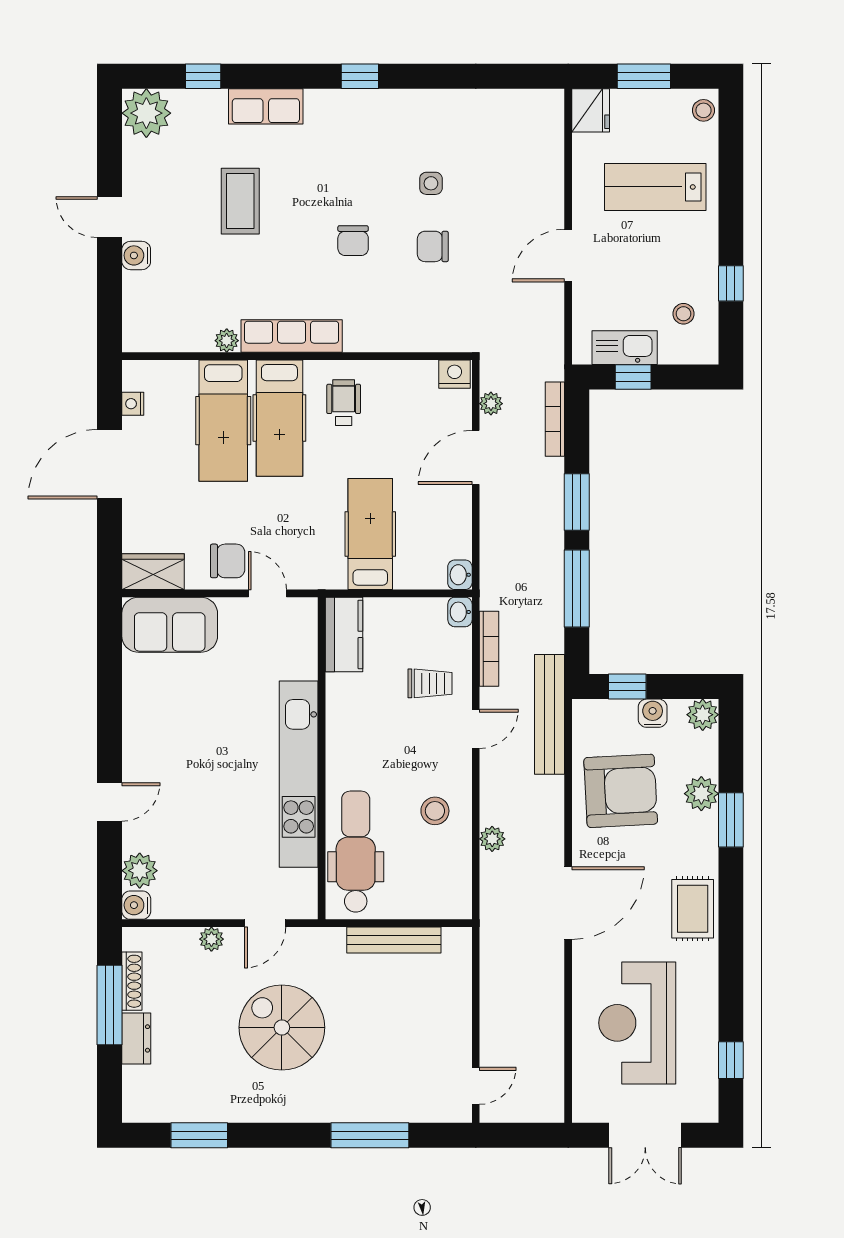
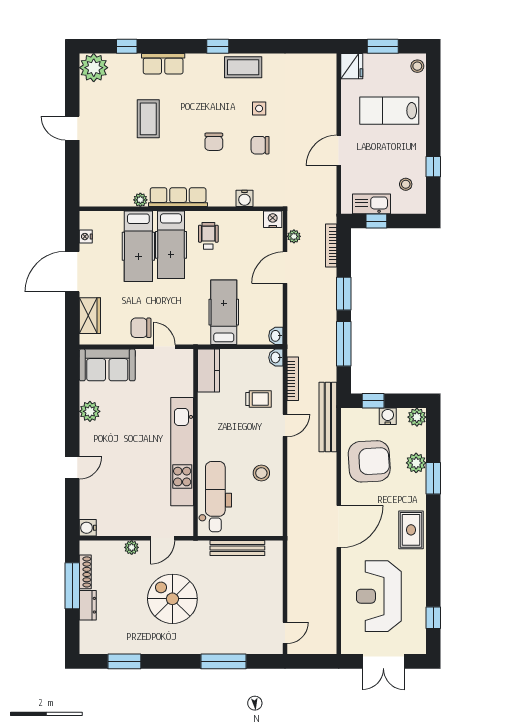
coffee table: (404, 112) -> (243, 67), added
water cooler: (136, 255) -> (245, 198), moved, turned -90
chair: (228, 561) -> (141, 328), turned 180
wardrobe: (153, 572) -> (90, 316), moved, turned 90
plant: (492, 839) -> (295, 489), removed
plant: (140, 871) -> (90, 411), moved

